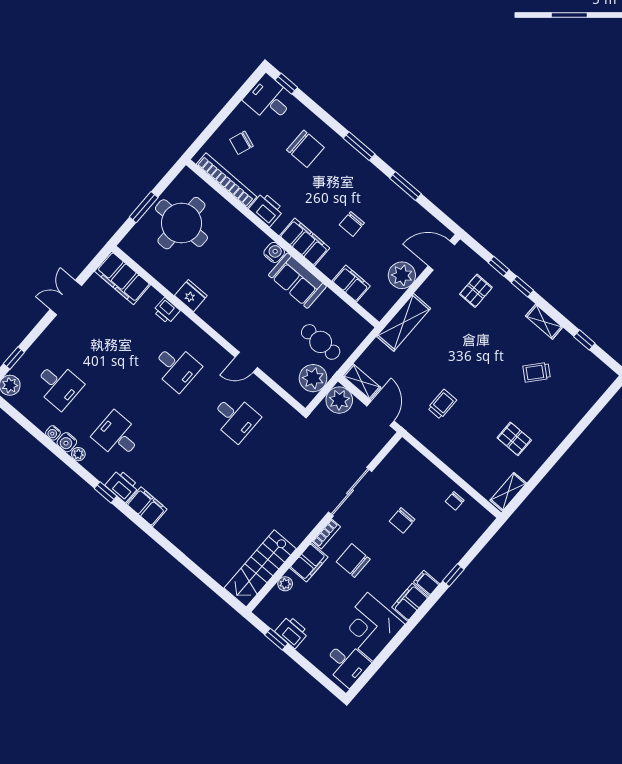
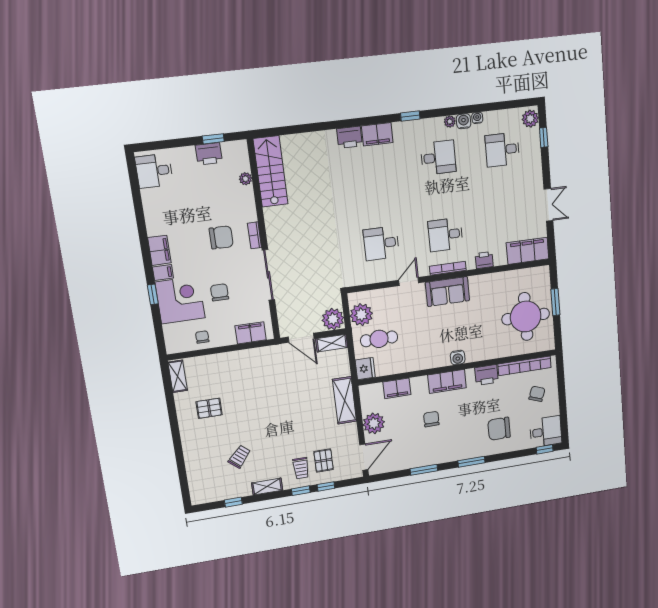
sofa: (297, 281) -> (447, 291), moved, turned 180
fridge: (191, 296) -> (365, 369), moved, turned -90
bookcase: (203, 337) -> (448, 268), added
trolley: (442, 404) -> (301, 468), moved
printer: (122, 486) -> (349, 137), moved
filing cabinet: (309, 562) -> (251, 333), moved, turned 90
corner desk: (370, 627) -> (180, 300), moved

